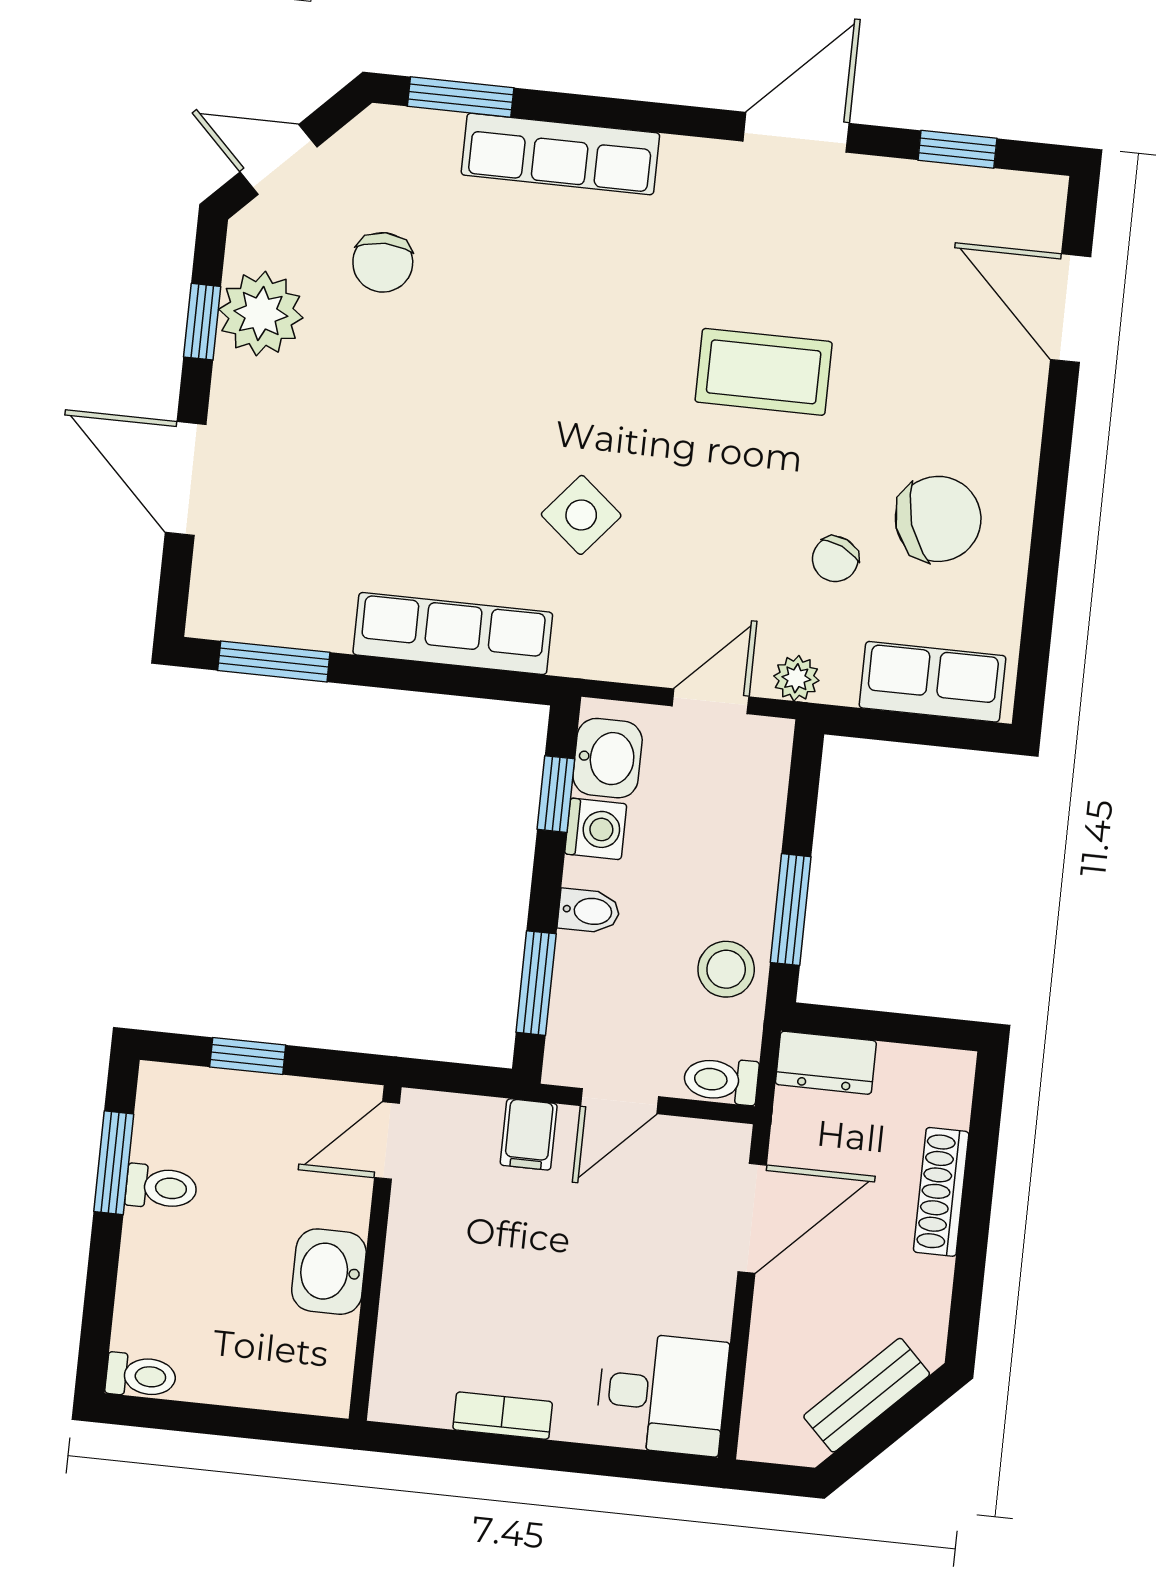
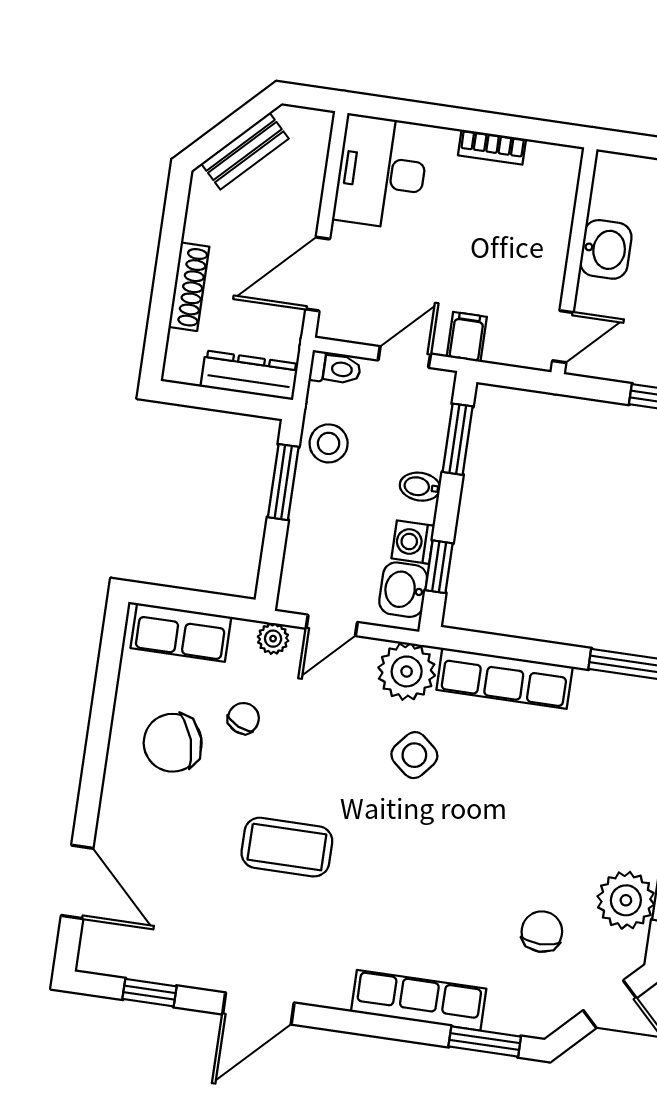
plant: (598, 638) -> (407, 671), added
dresser: (826, 1063) -> (249, 375), width x1.44
desk: (662, 1394) -> (381, 172), width x1.37

